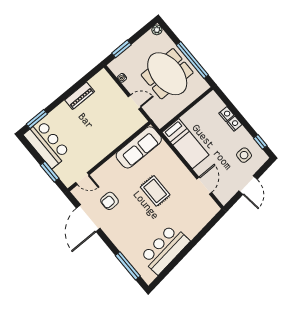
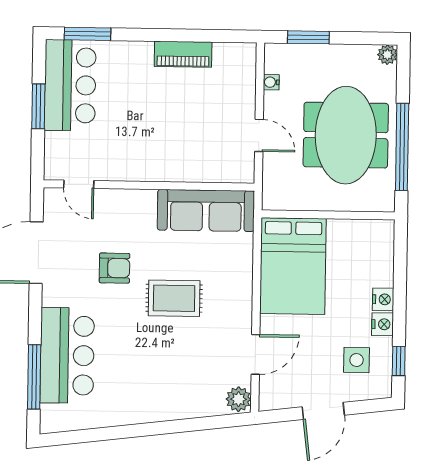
nightstand: (226, 114) -> (383, 324), moved
bed: (186, 144) -> (293, 266), width x1.50
window: (50, 172) -> (38, 106), moved
rug: (155, 191) -> (174, 298), turned 90
armchair: (110, 201) -> (115, 268), moved, turned 180
plant: (212, 208) -> (239, 399), added
bar counter: (165, 249) -> (67, 355), moved, turned 97

